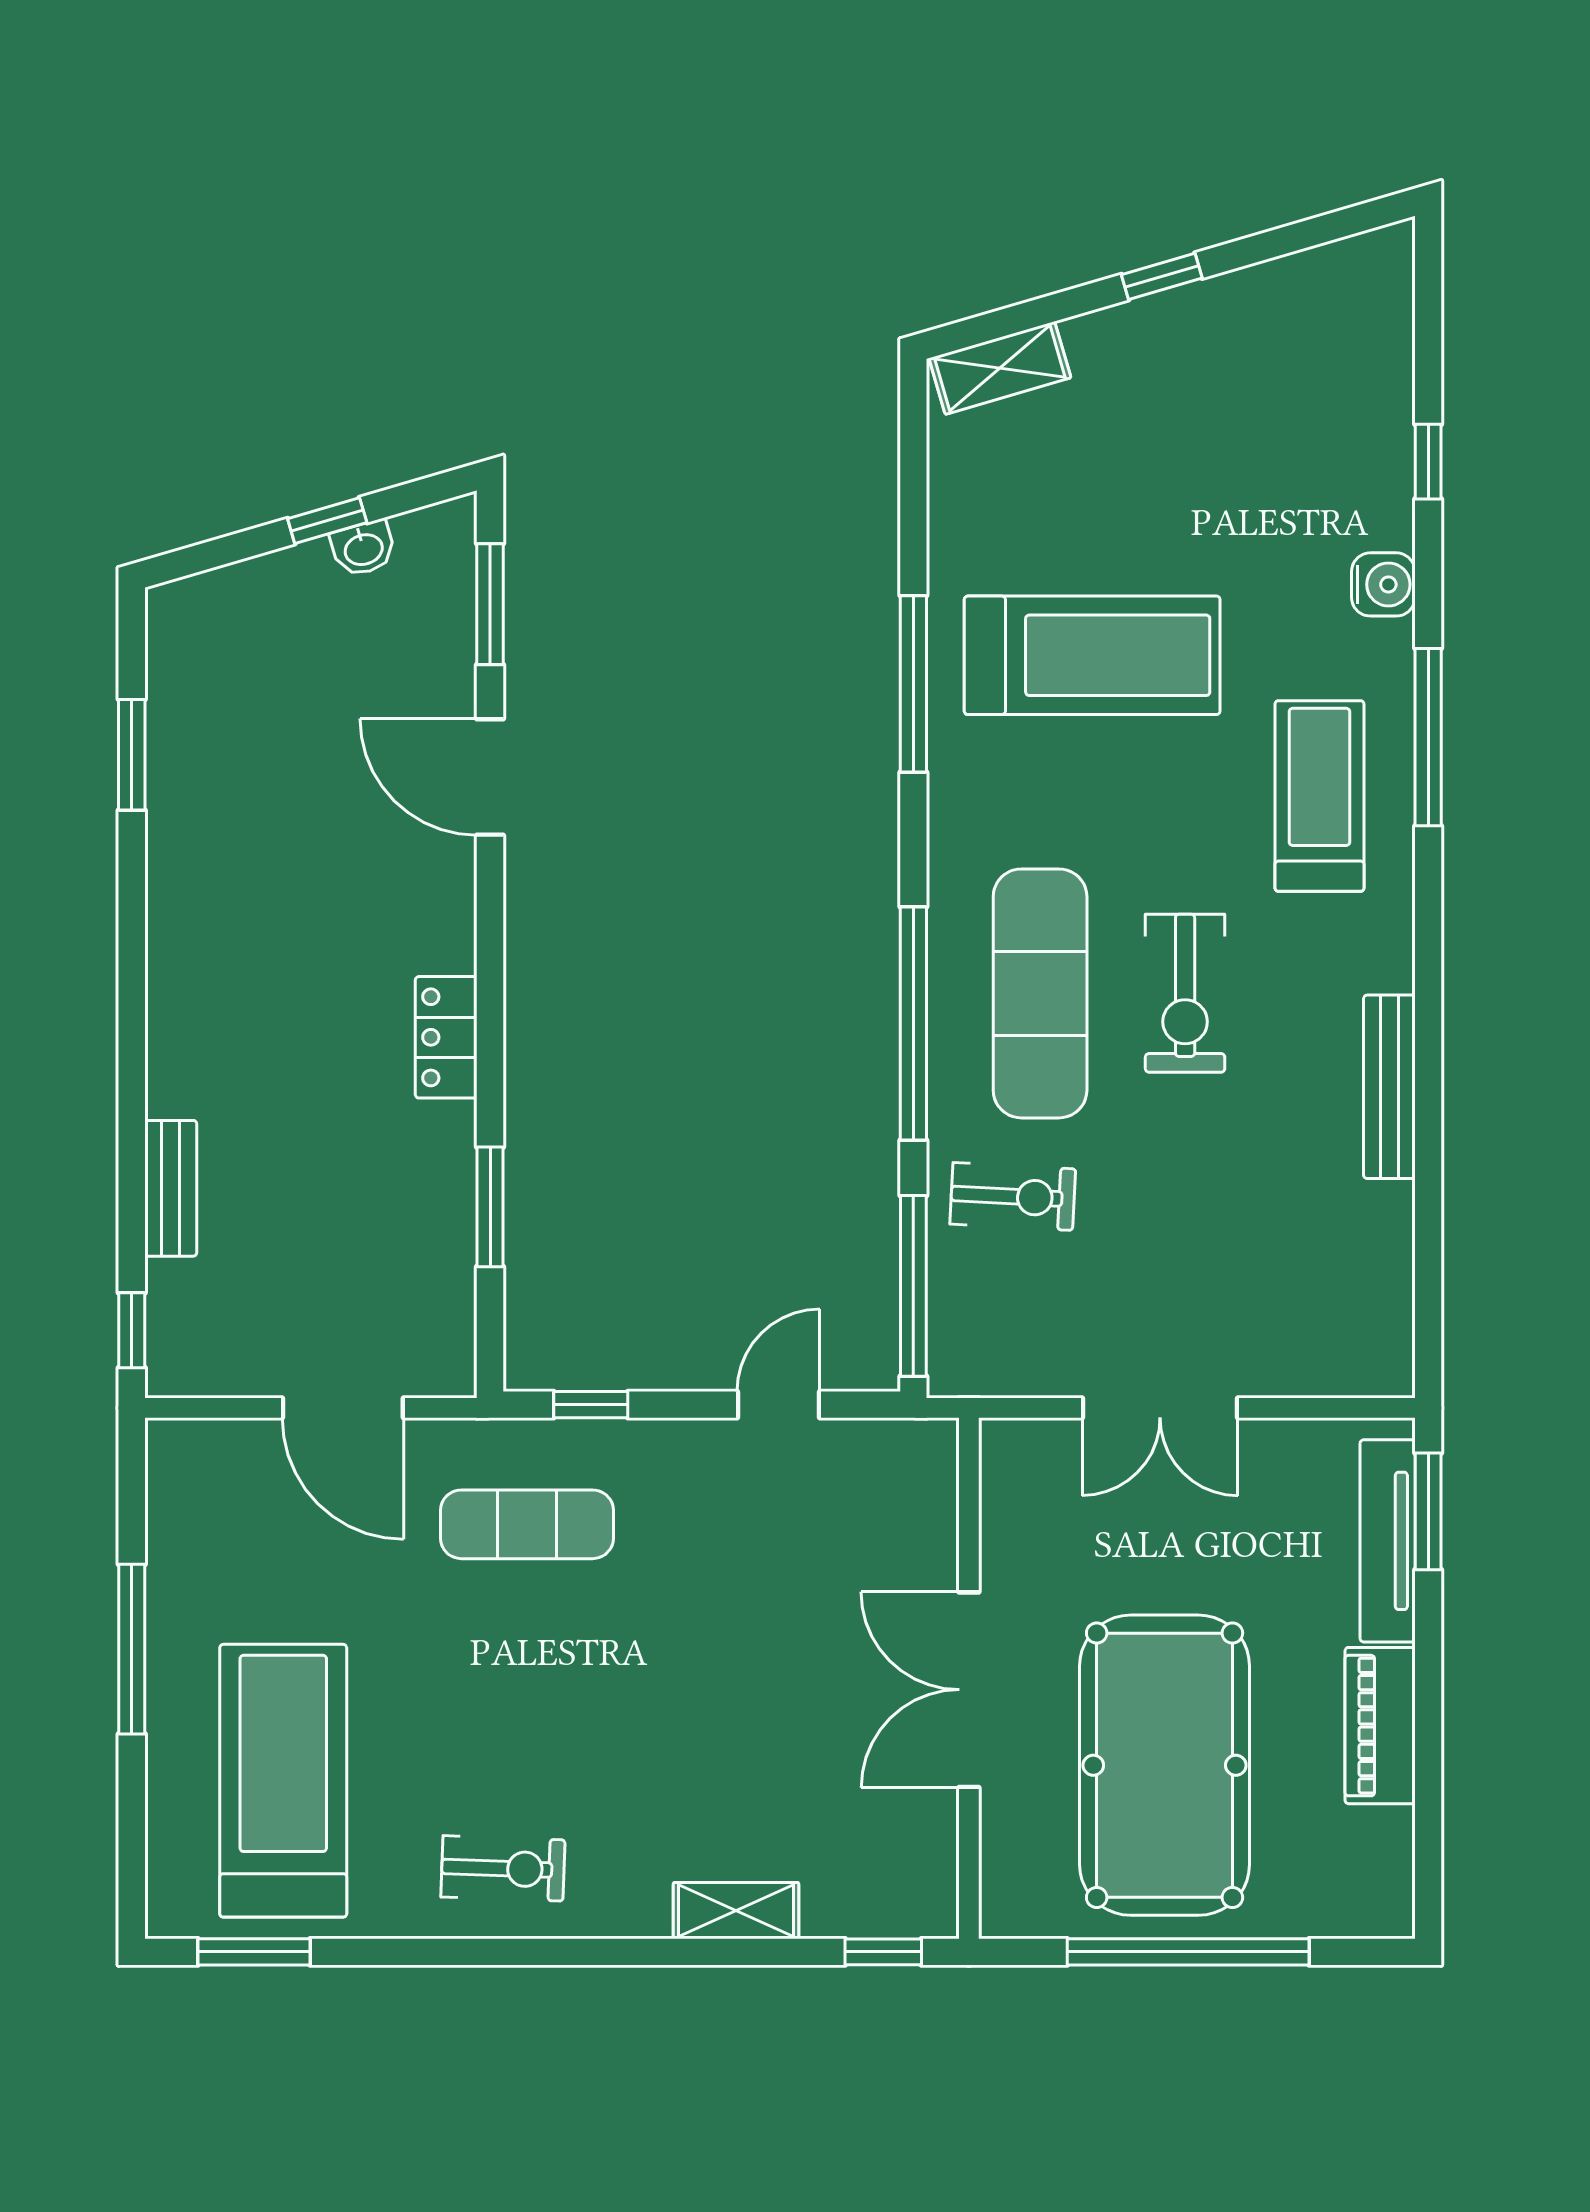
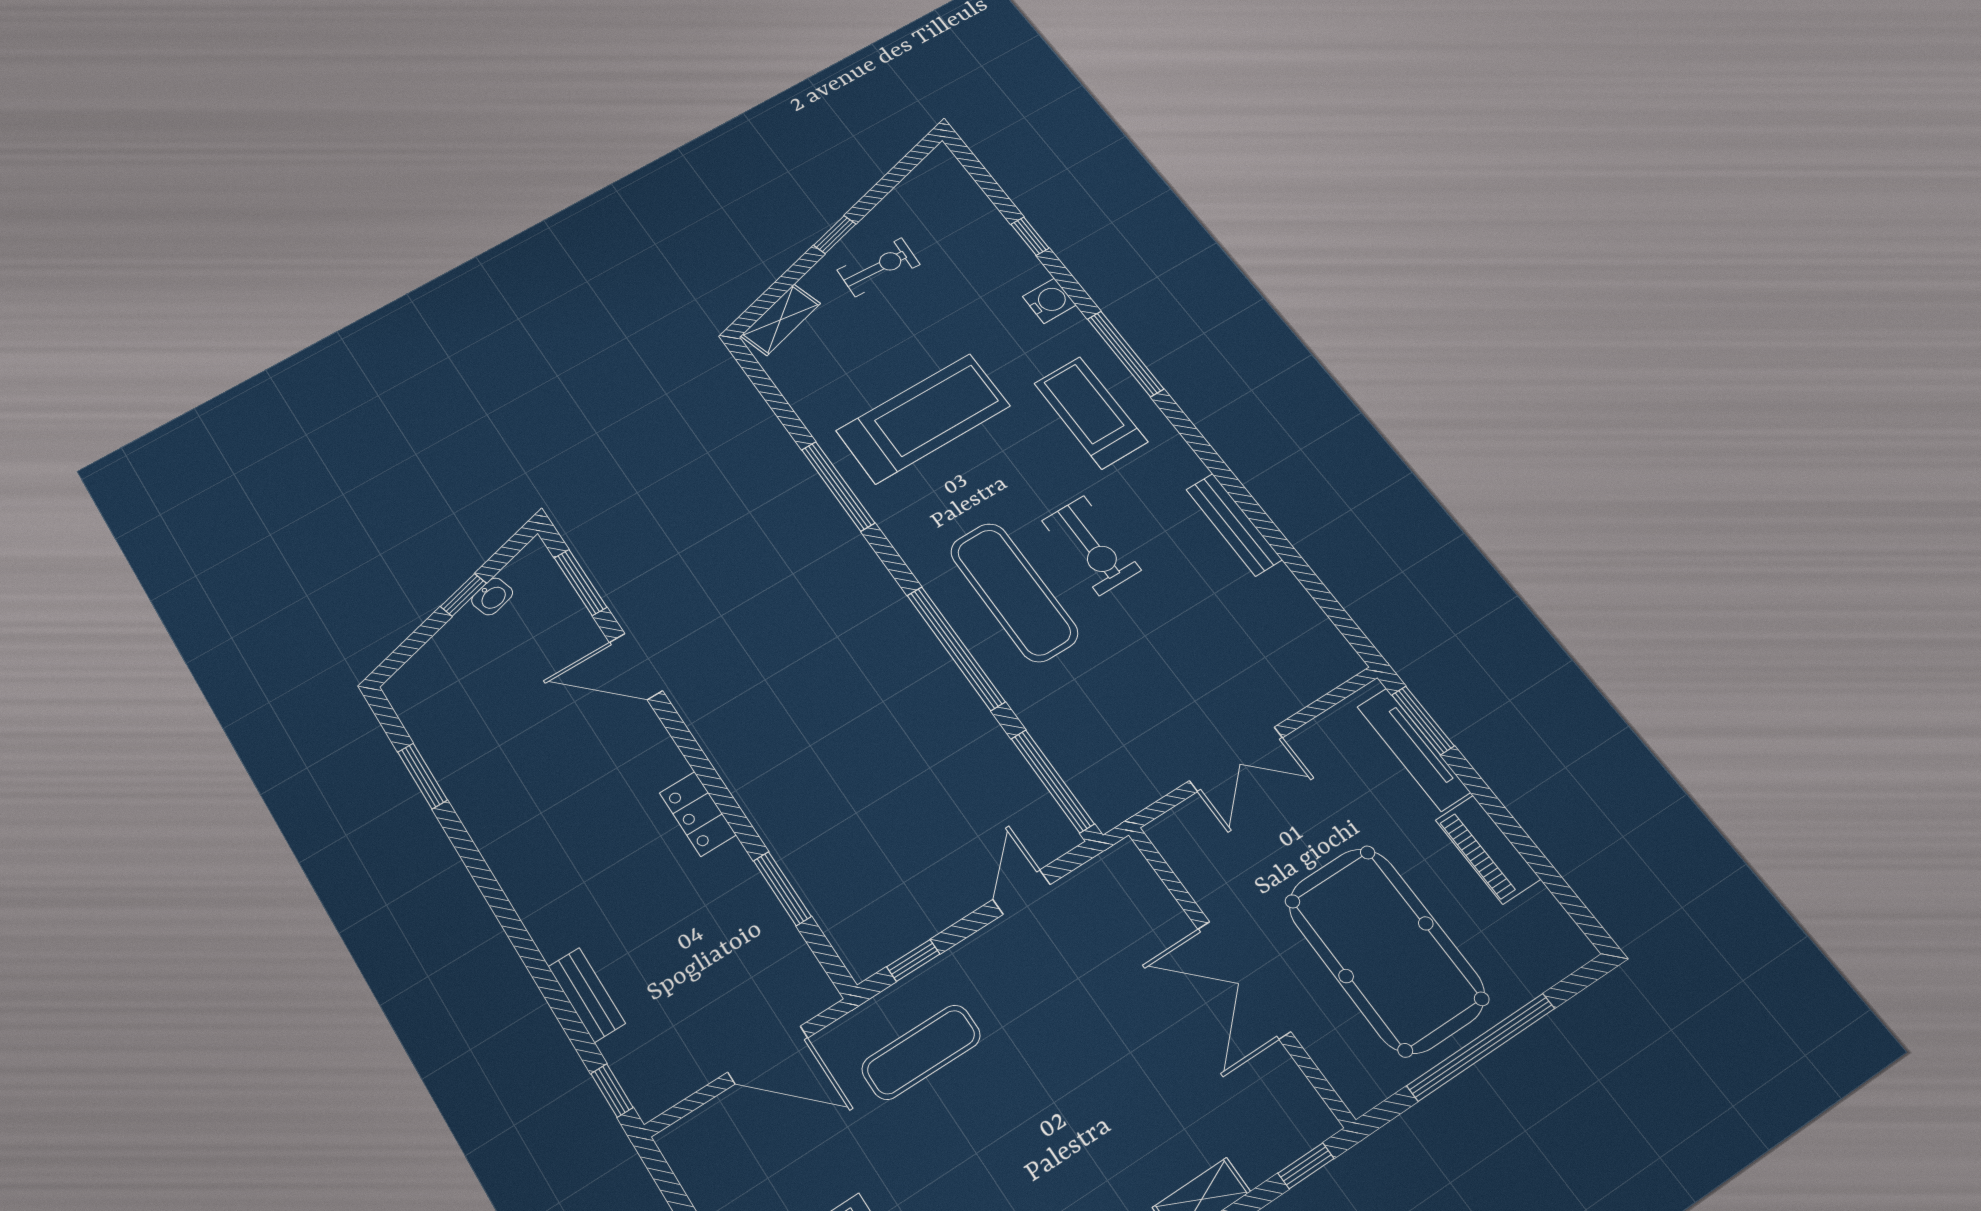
exercise bike: (1013, 1196) -> (878, 267), moved

